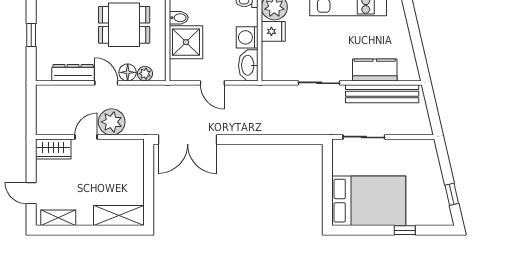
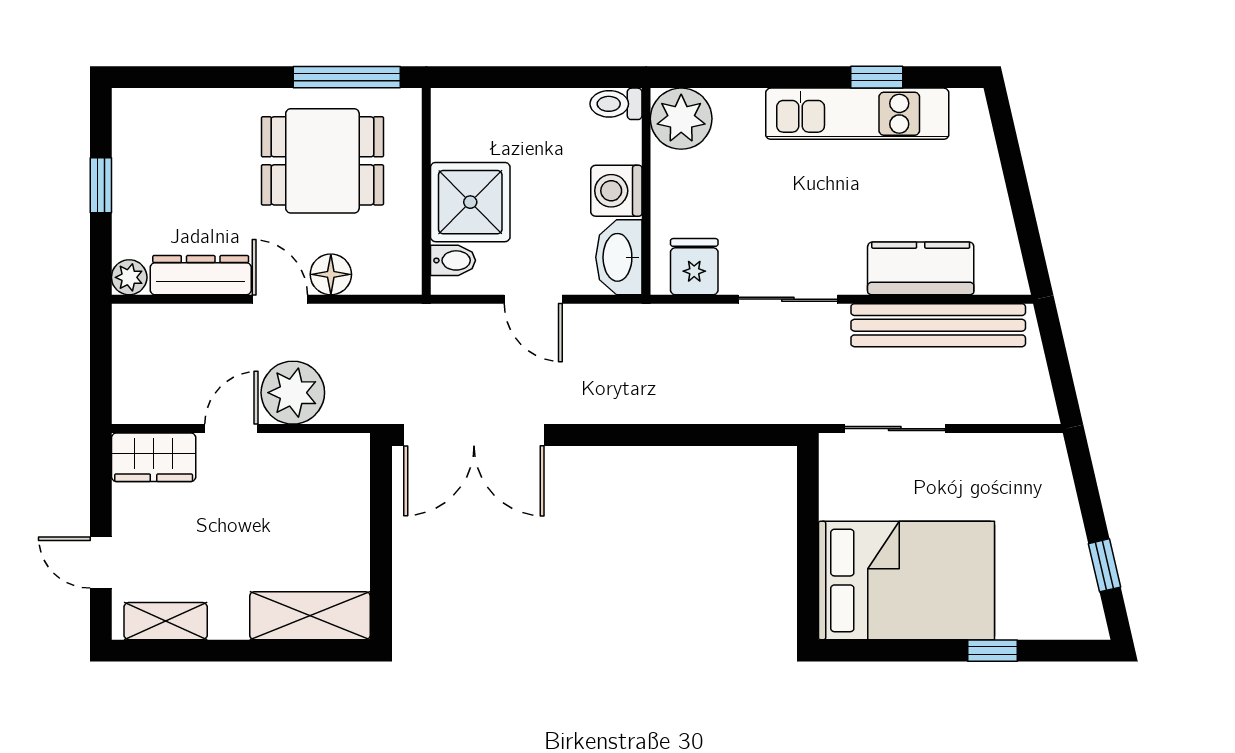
bidet: (179, 18) -> (453, 260), moved
fridge: (273, 31) -> (694, 267), moved, turned -90
plant: (145, 74) -> (129, 277), moved

